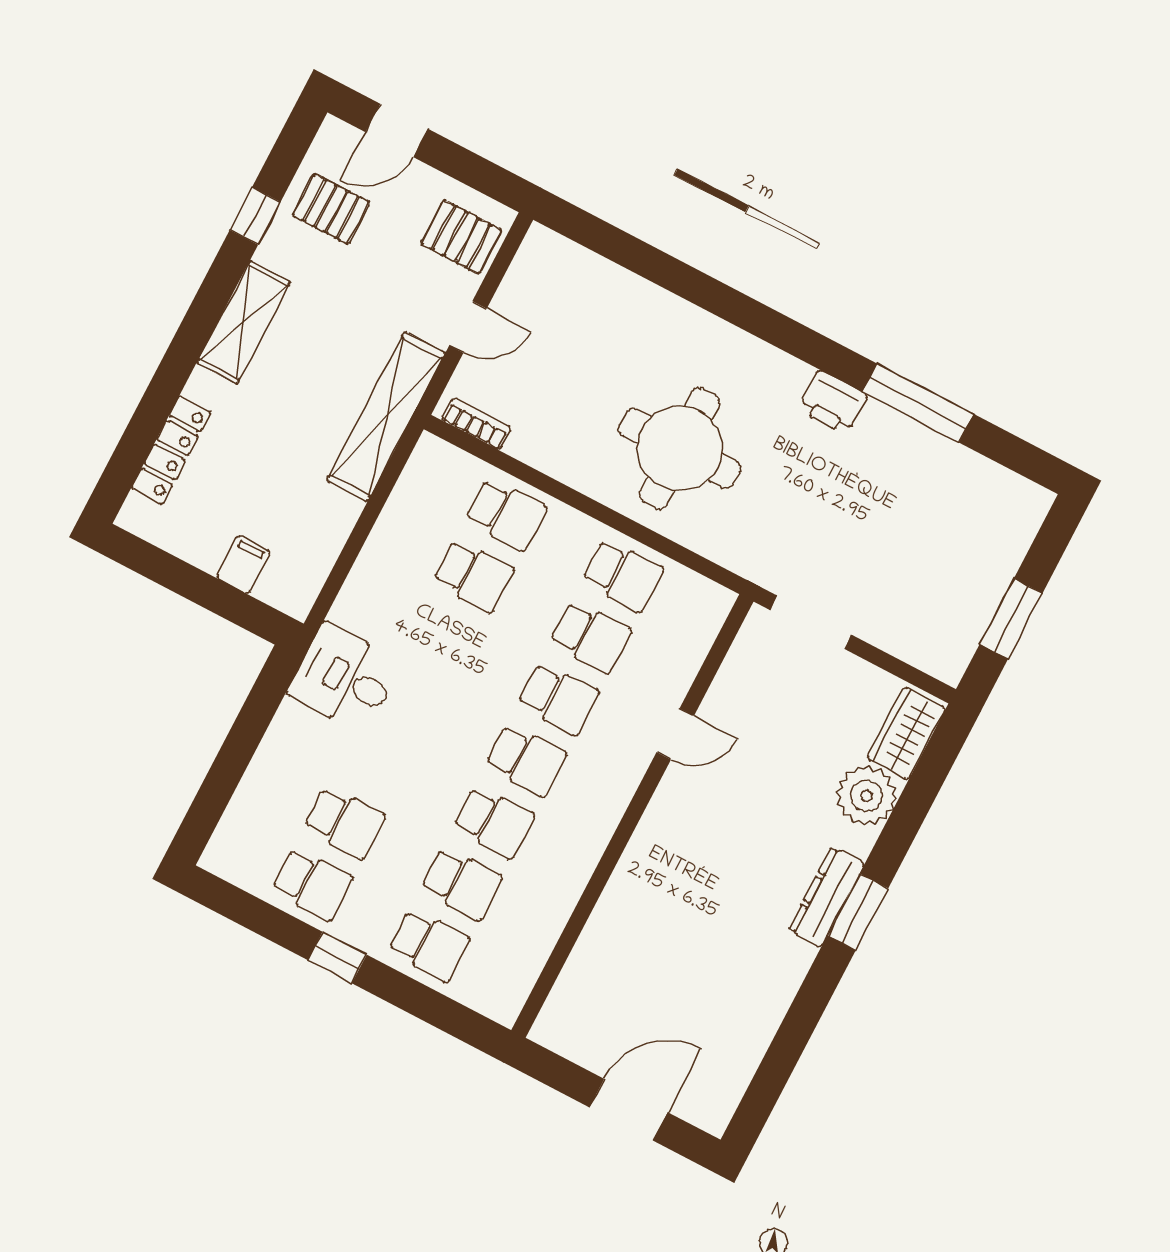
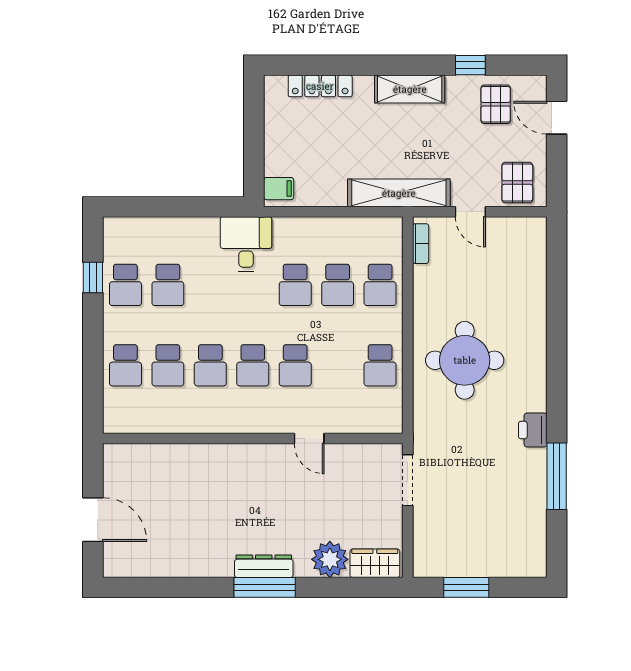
filing cabinet: (243, 564) -> (279, 189), moved
school desk: (590, 637) -> (295, 285), moved
window: (858, 912) -> (265, 587), width x1.44
window: (337, 957) -> (93, 277), moved

